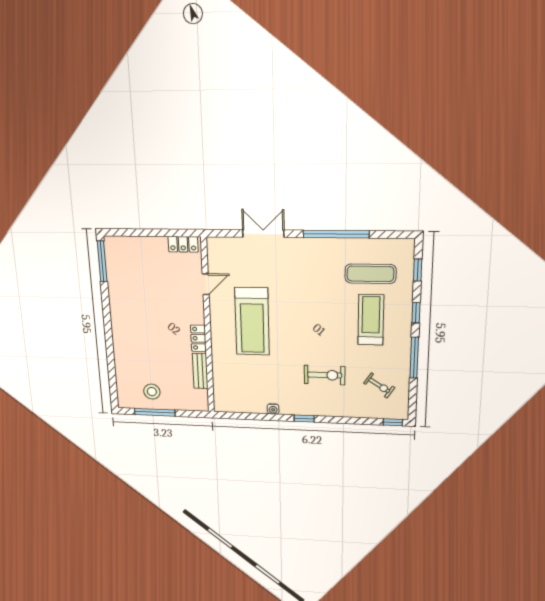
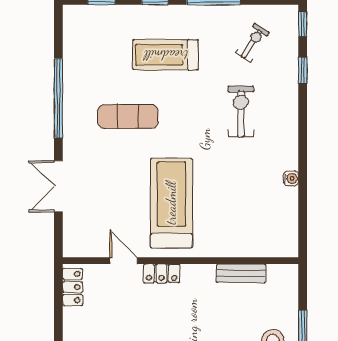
exercise mat: (370, 274) -> (128, 117), moved, turned 90
treadmill: (252, 322) -> (171, 203), turned -90
locker: (198, 338) -> (161, 273), moved
window: (304, 418) -> (303, 70), moved

